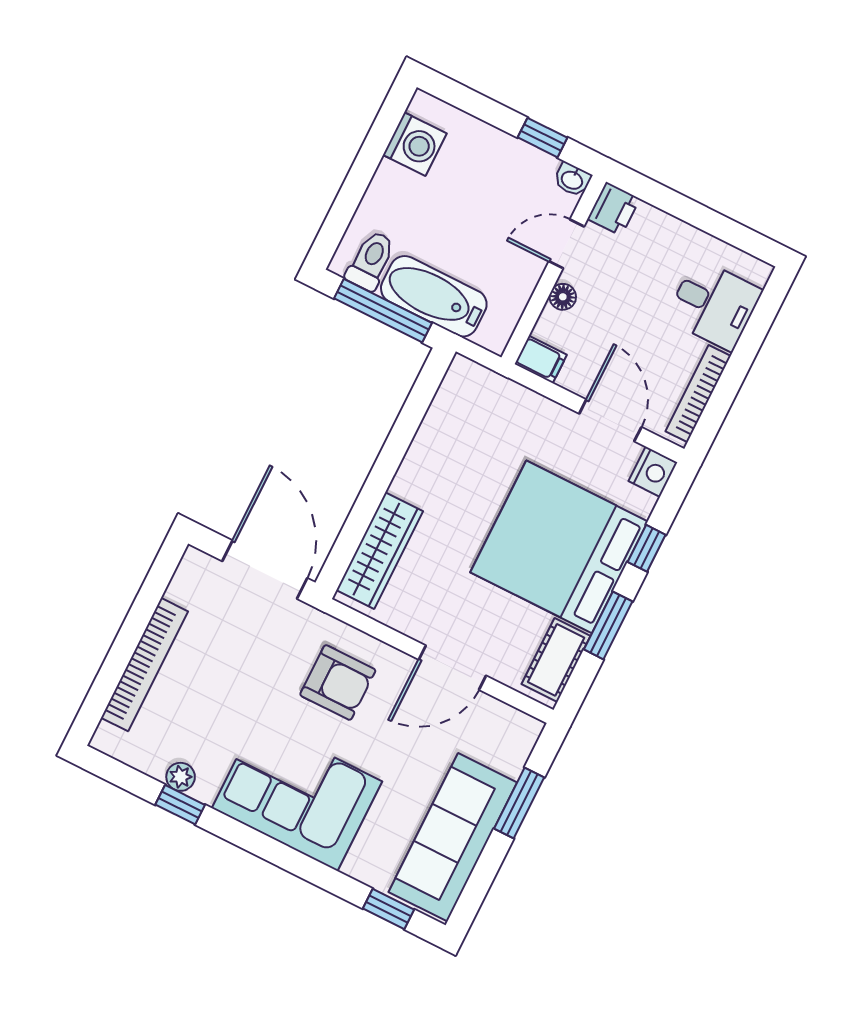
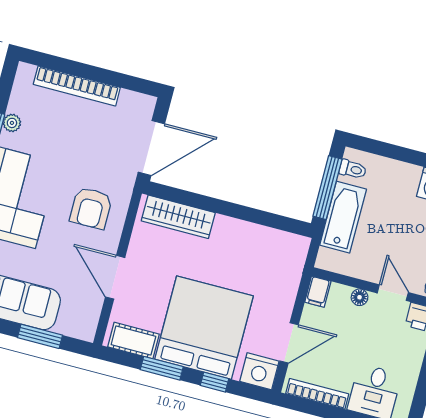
toilet: (371, 261) -> (353, 169), width x0.73, depth x0.72
nightstand: (653, 472) -> (259, 371), width x1.36, depth x1.33

